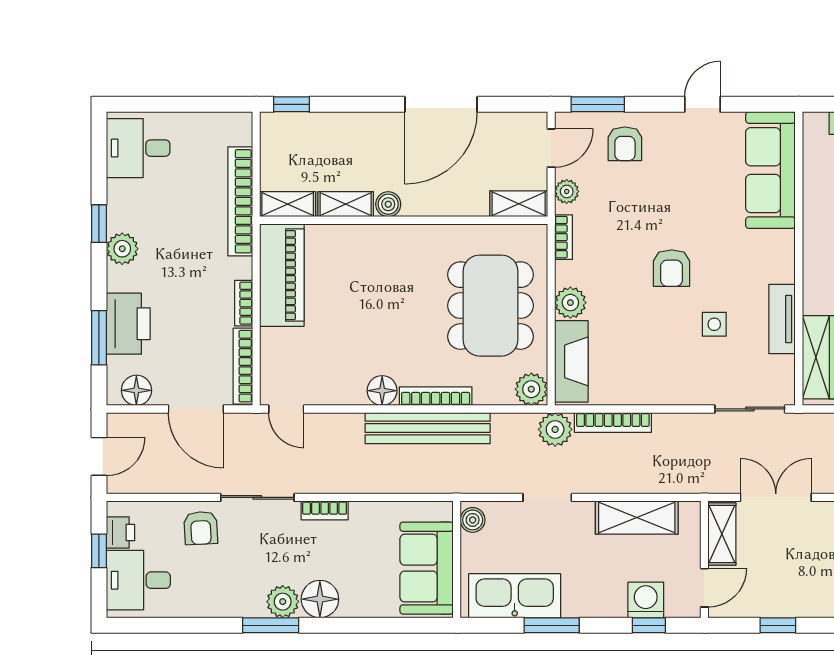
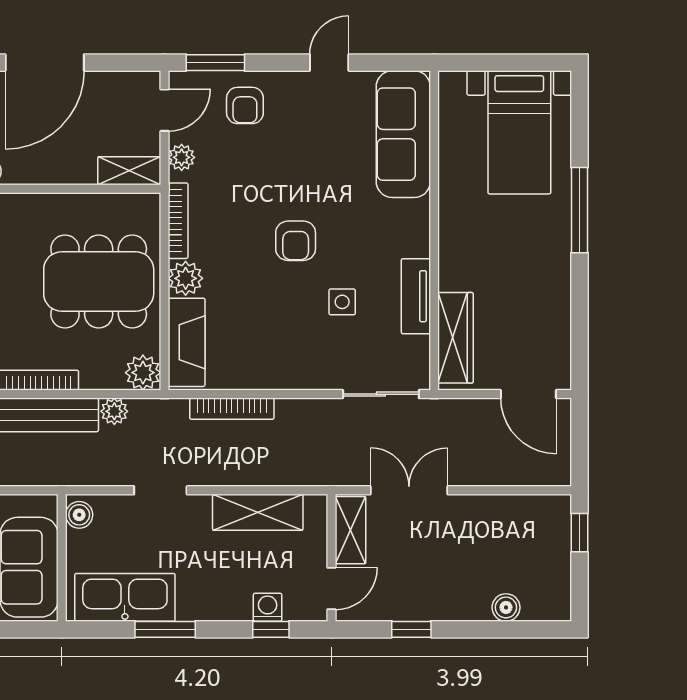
bookcase: (564, 237) -> (178, 221), width x1.56
dining table: (491, 306) -> (99, 282), turned 90
plant: (555, 429) -> (114, 411), moved, width x0.73, depth x0.73
washing machine: (646, 600) -> (268, 607), width x0.73, depth x0.73

